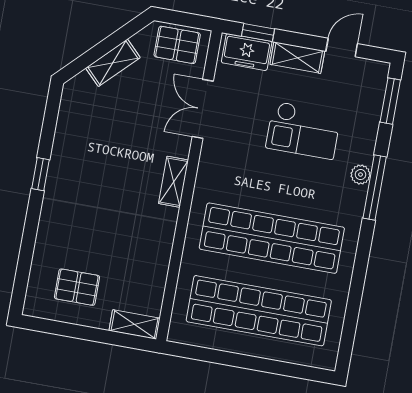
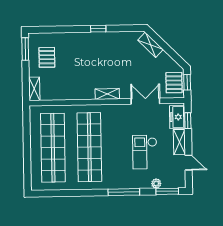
window: (182, 19) -> (187, 82), added
shelving: (113, 63) -> (150, 45), moved
plant: (361, 175) -> (156, 184), moved
window: (52, 327) -> (25, 49), added

